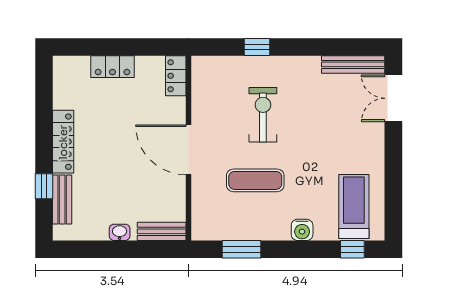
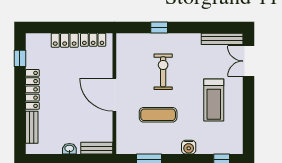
locker: (176, 76) -> (93, 40), moved, turned -90
window: (44, 186) -> (20, 58), moved
treadmill: (354, 207) -> (214, 100), moved, turned 180

